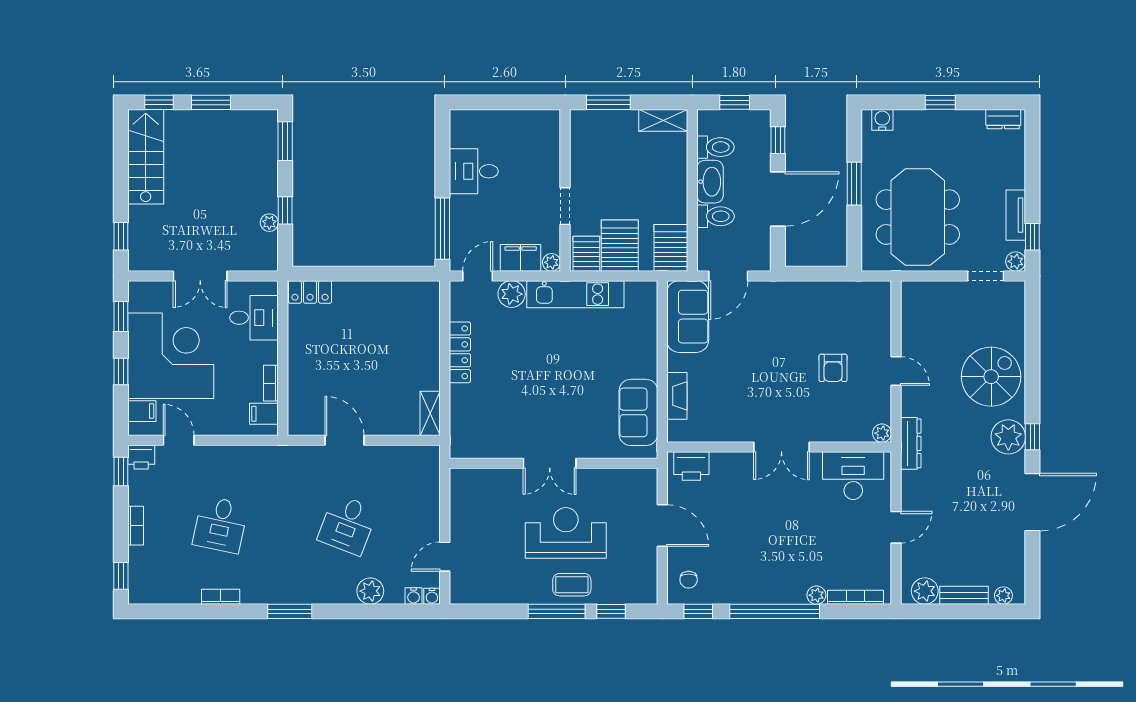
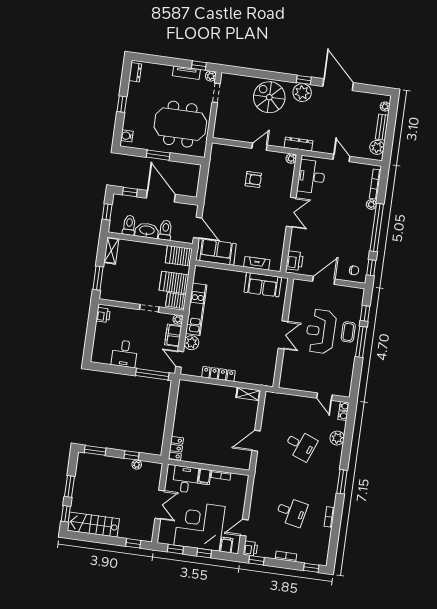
printer: (541, 121) -> (103, 315), added
filing cabinet: (264, 414) -> (204, 477), moved

